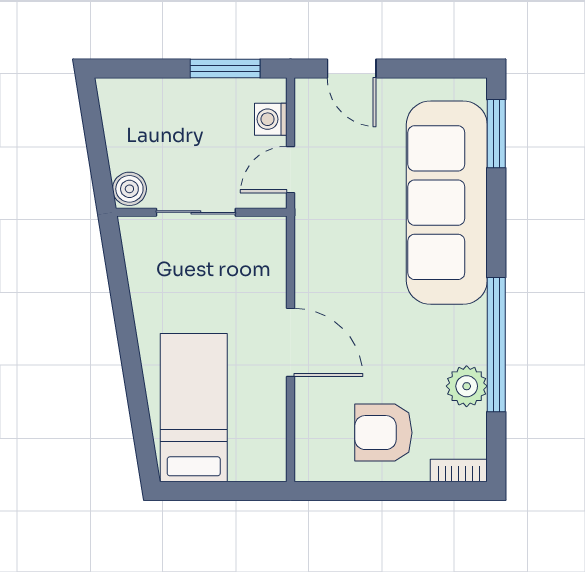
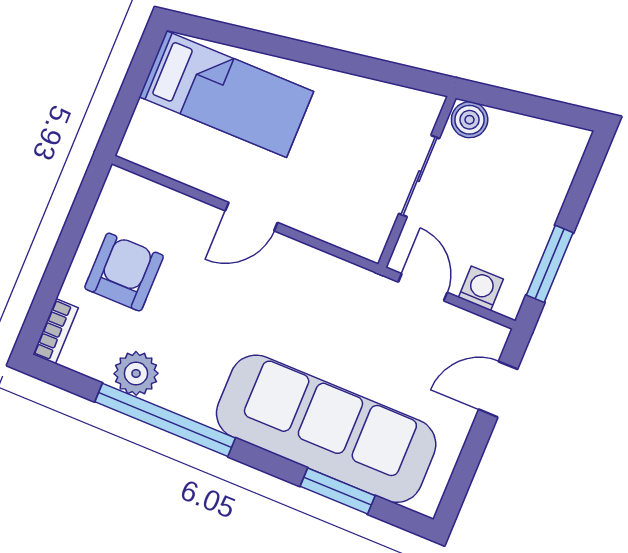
window: (496, 134) -> (338, 491), moved
door: (290, 342) -> (251, 217), width x0.73

